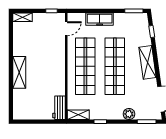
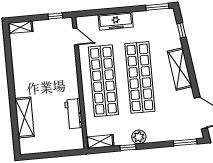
door: (66, 29) -> (76, 37), hinge flipped
shelving: (19, 72) -> (24, 118), moved
workbench: (59, 108) -> (74, 114), moved
plant: (129, 114) -> (139, 137), moved

